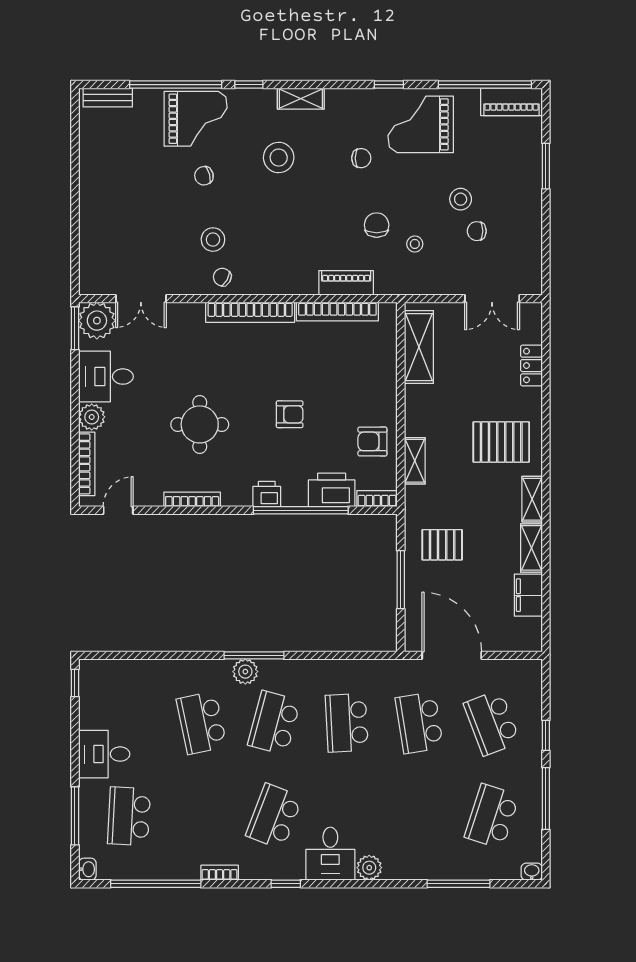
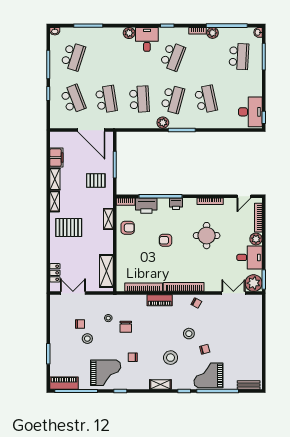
stool: (213, 240) -> (189, 334), moved
piano: (346, 283) -> (160, 300), moved
locker: (531, 366) -> (55, 273), moved
plant: (245, 672) -> (163, 123), moved
desk: (104, 754) -> (250, 112), moved, width x1.37
plant: (187, 868) -> (213, 33), added

